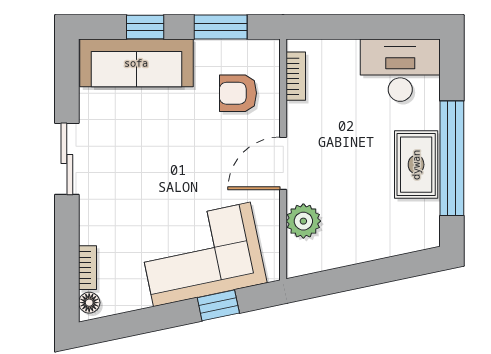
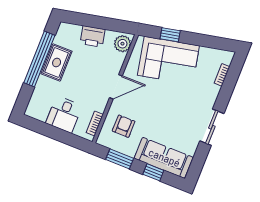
desk: (400, 70) -> (64, 114), moved, width x0.73
armchair: (238, 93) -> (124, 126), turned -90
plant: (303, 221) -> (122, 44), moved
printer: (367, 243) -> (93, 36), added
floor lamp: (89, 303) -> (227, 59), removed

